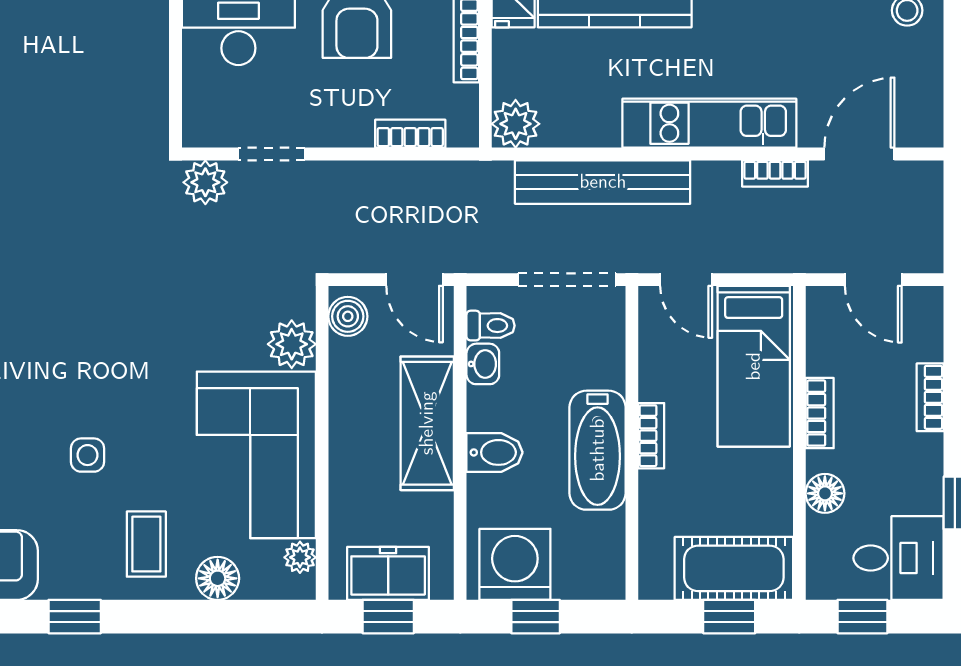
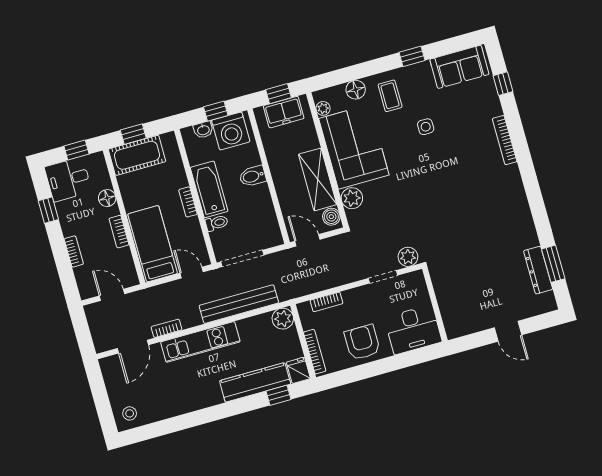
toilet: (491, 326) -> (217, 223), moved, turned 180
washbasin: (483, 364) -> (203, 130), moved, turned -90
shelving: (427, 423) -> (318, 179), moved

